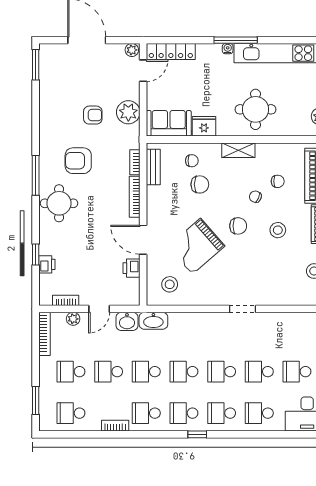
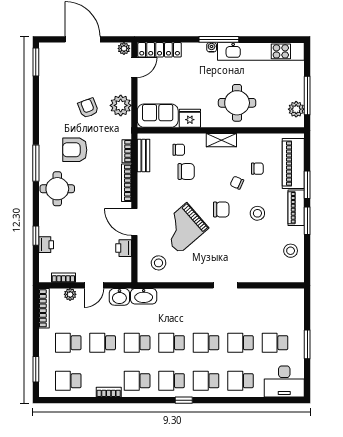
armchair: (93, 115) -> (88, 108), turned -111

